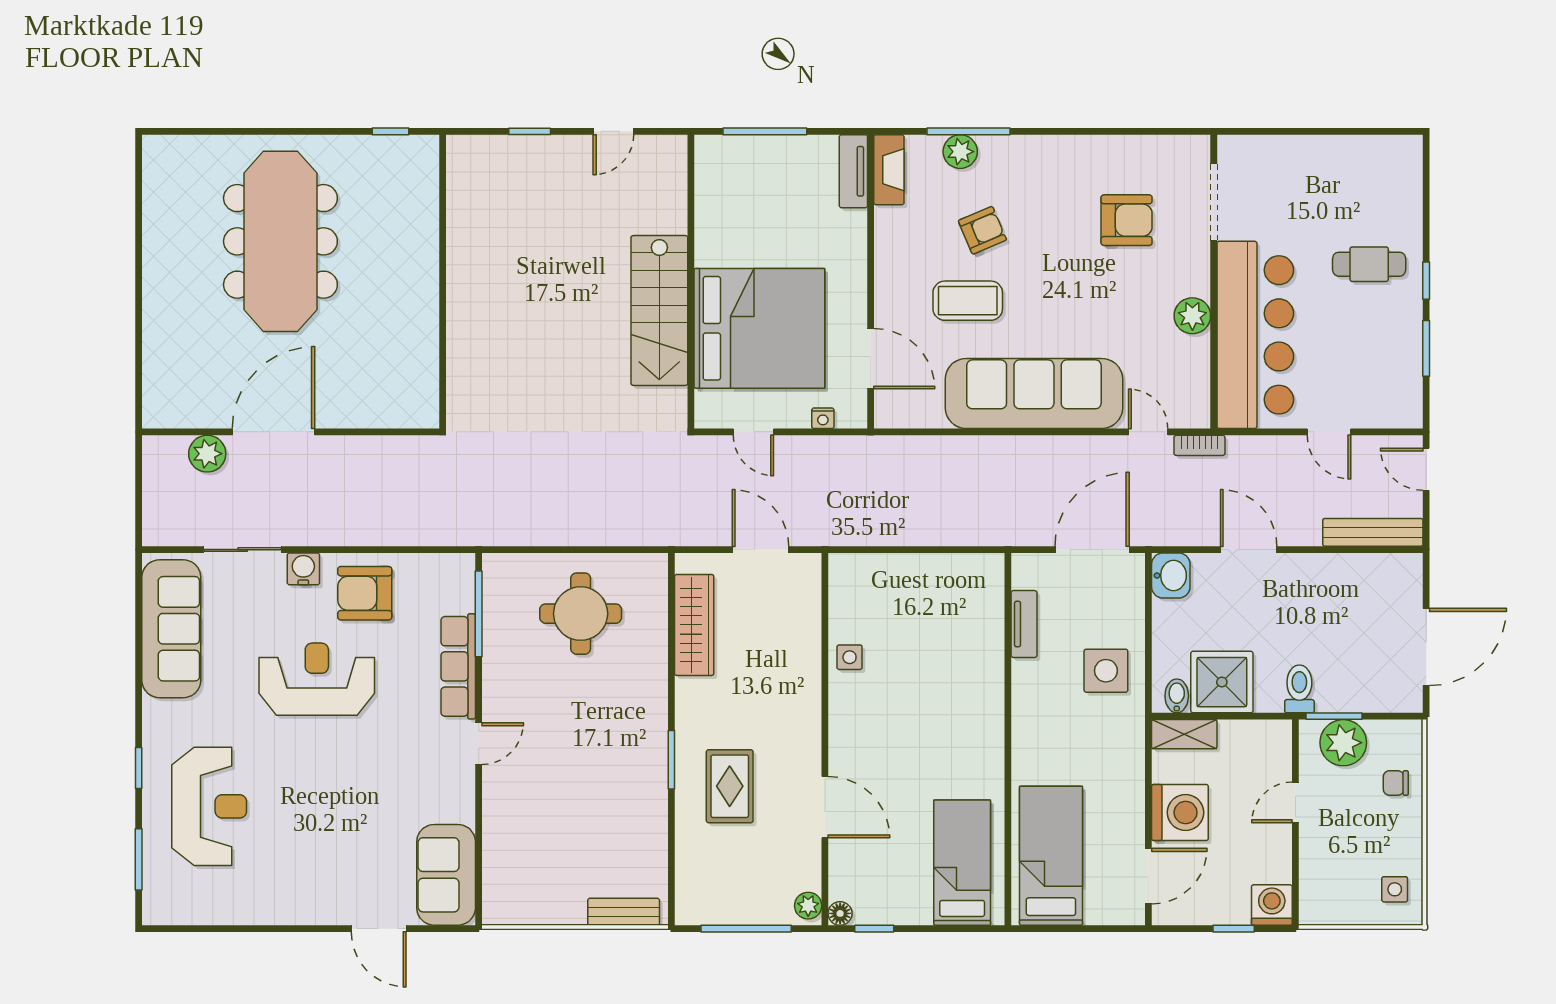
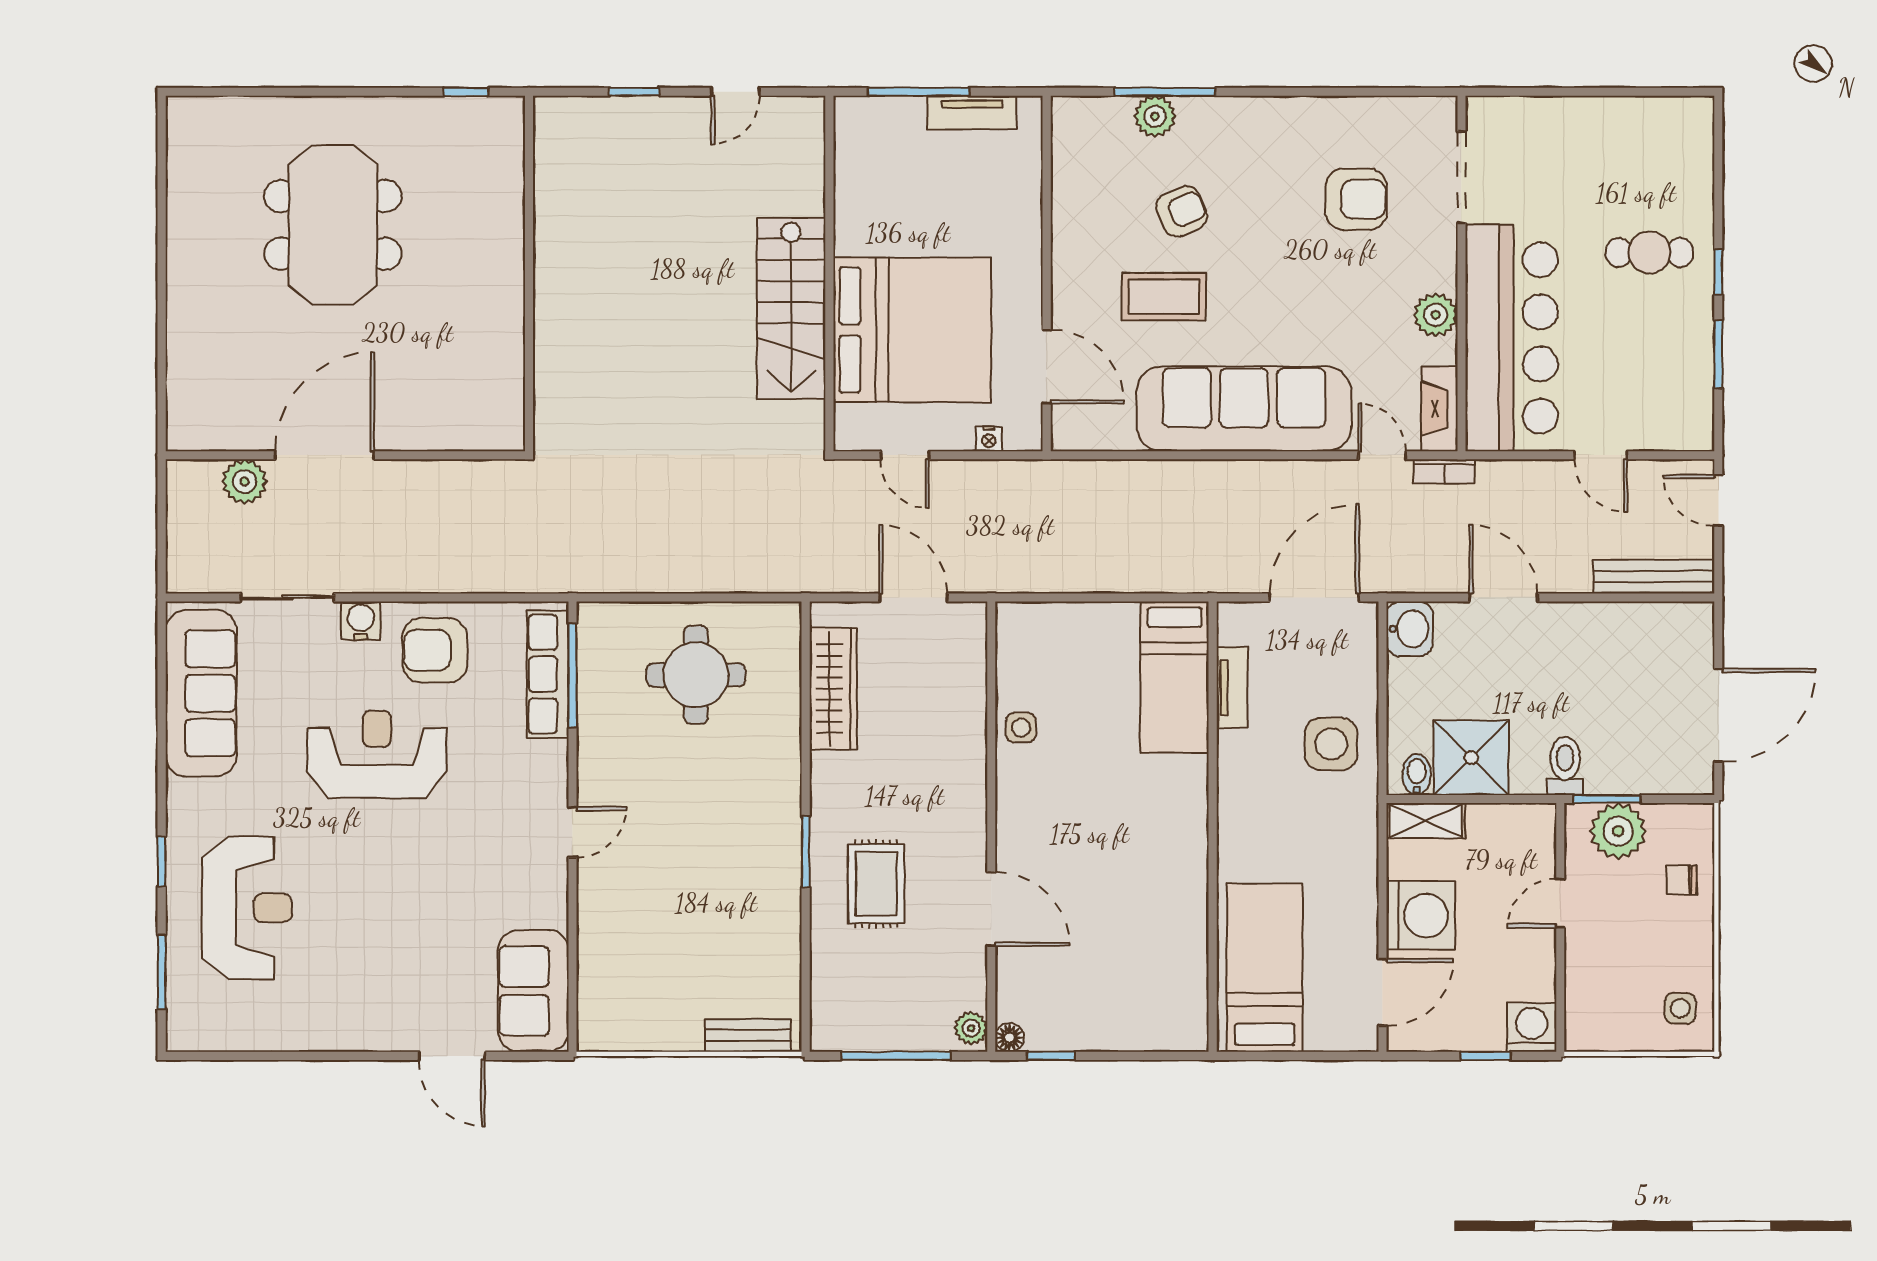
fireplace: (889, 170) -> (1439, 409), moved, turned 180
tv unit: (853, 171) -> (972, 113), moved, turned -90
meeting table: (280, 241) -> (333, 225), width x0.73
row of seats: (458, 666) -> (548, 674), moved
bed: (962, 863) -> (1174, 677), moved, turned 180

